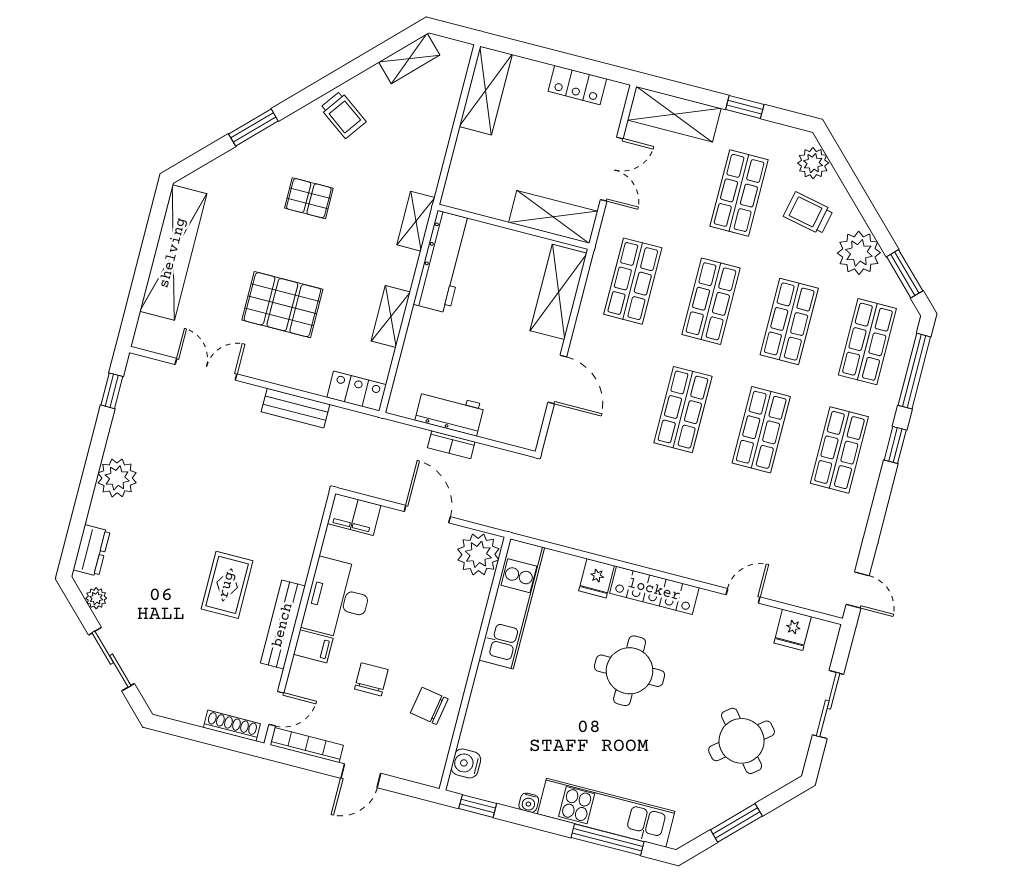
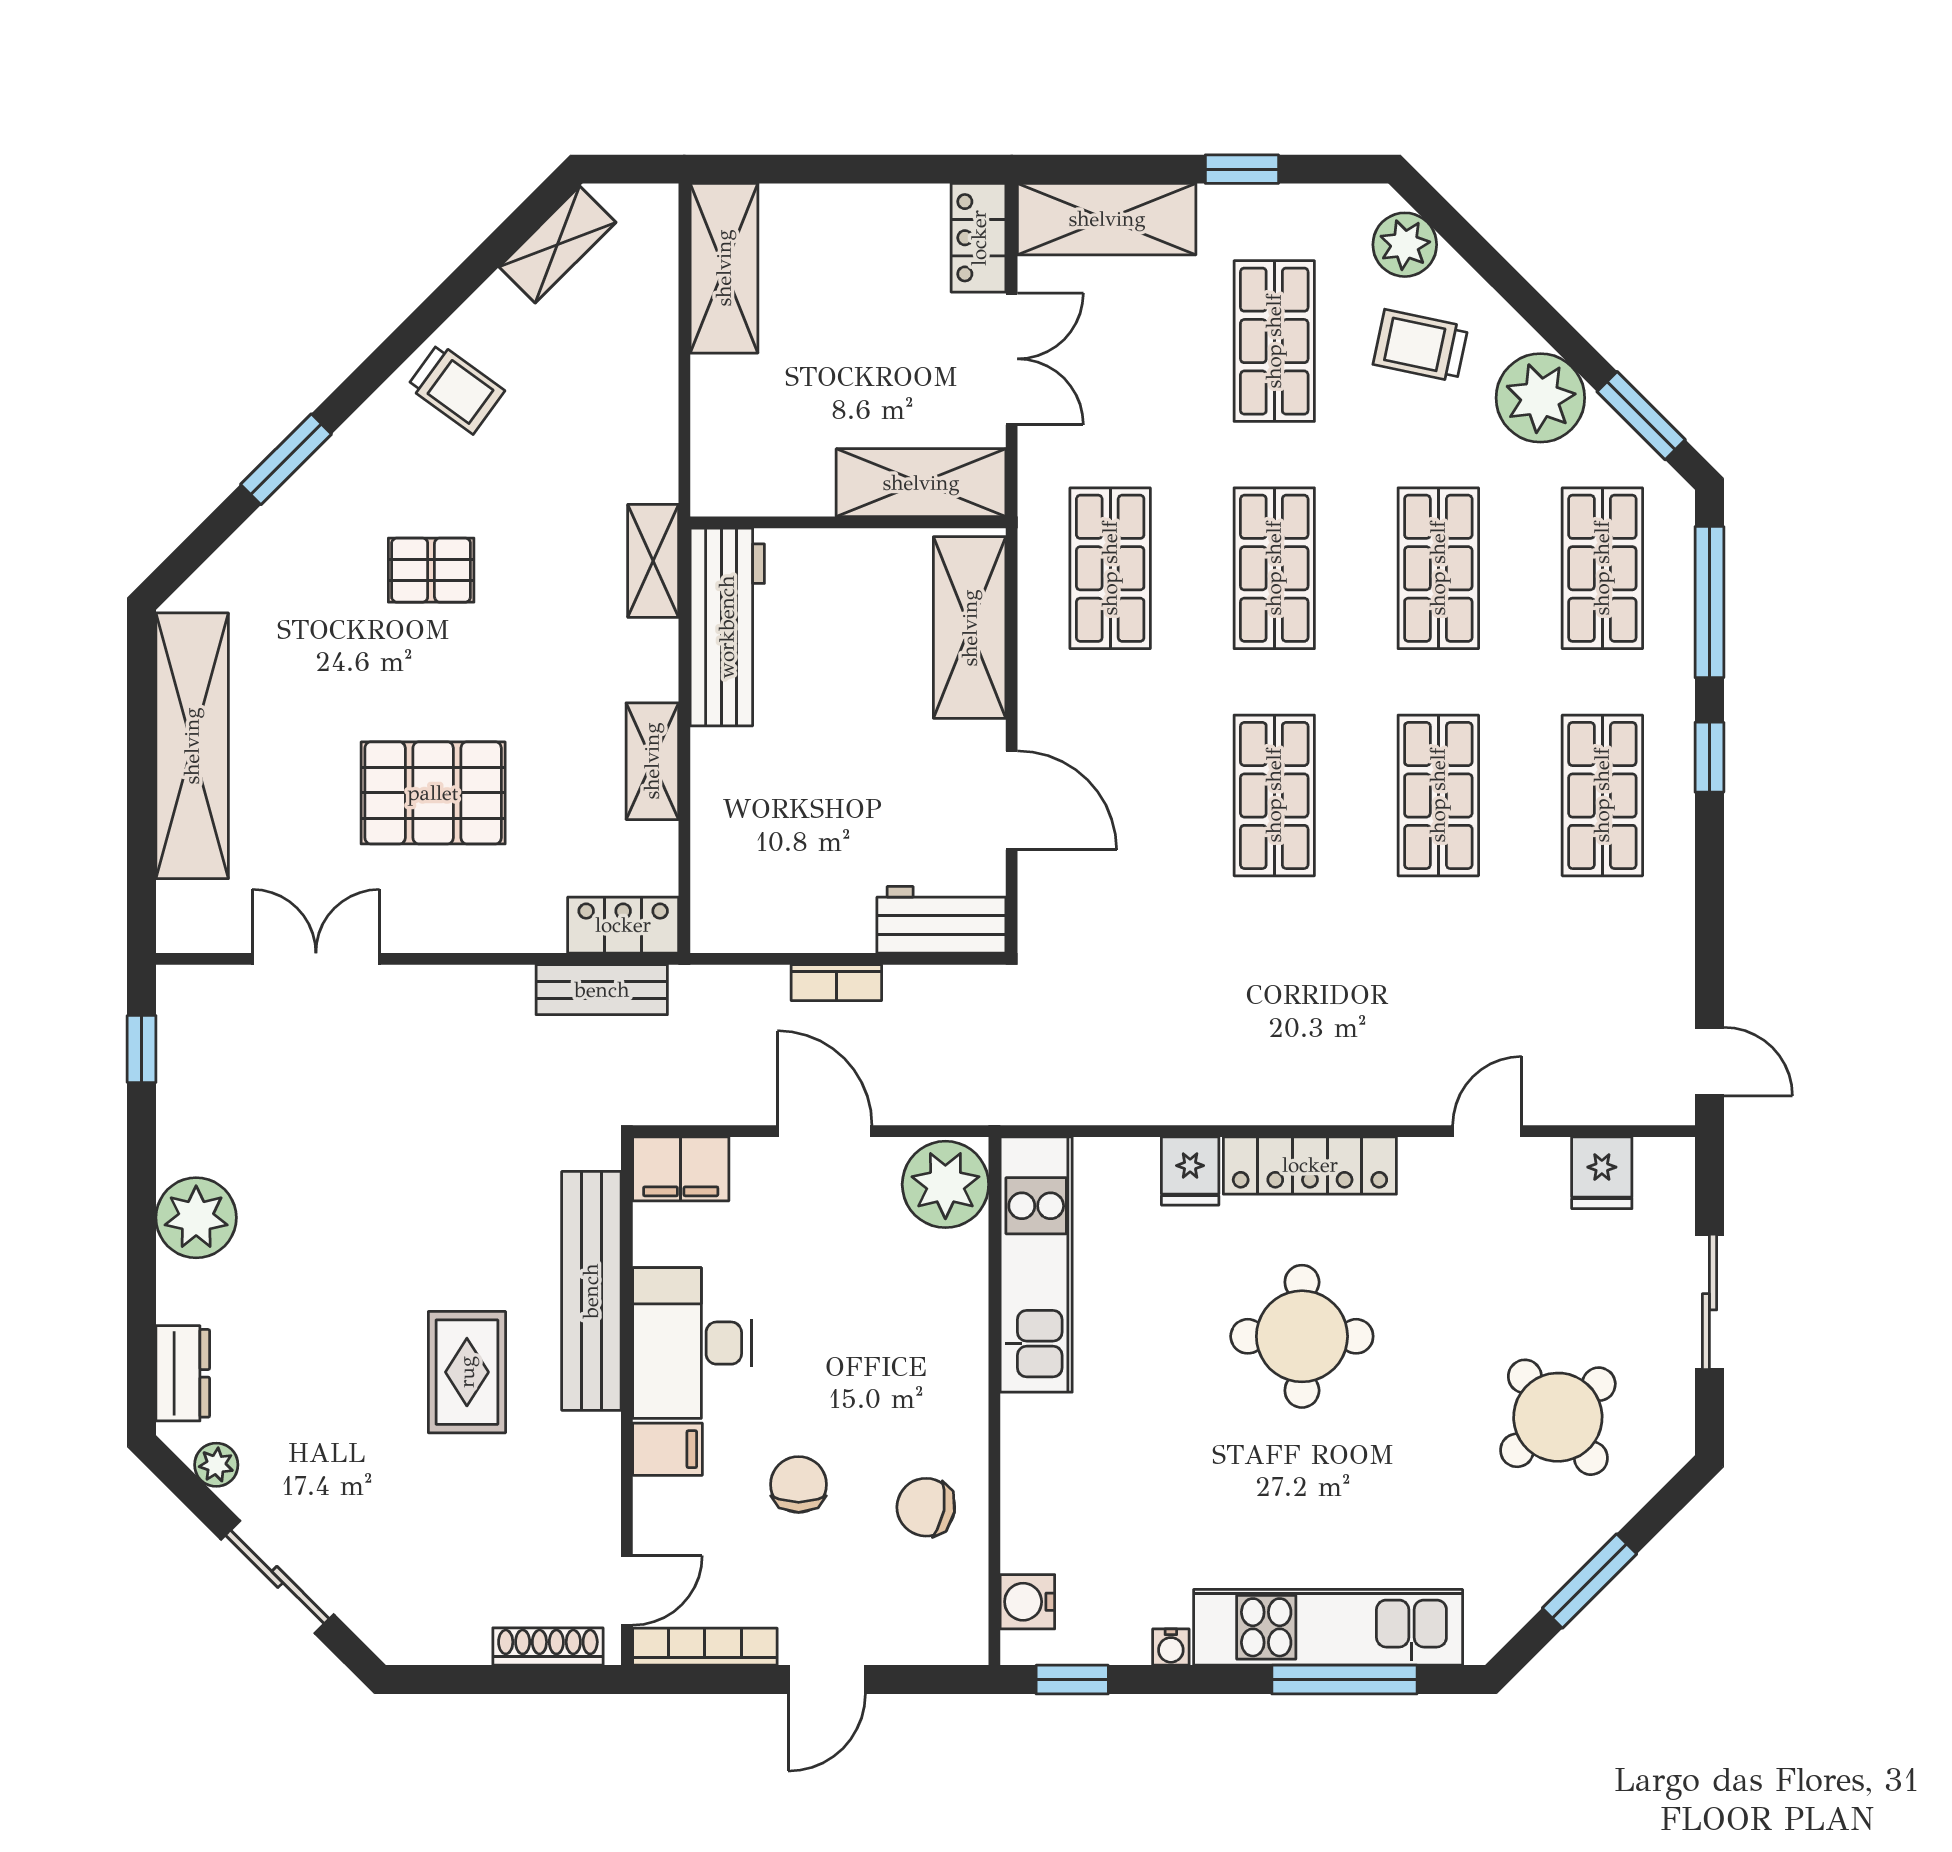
locker: (577, 85) -> (979, 238), moved, turned 90
bench: (295, 408) -> (602, 990), moved
workbench: (450, 412) -> (941, 920), moved
bench: (283, 625) -> (591, 1291), moved, width x1.37, depth x1.21

